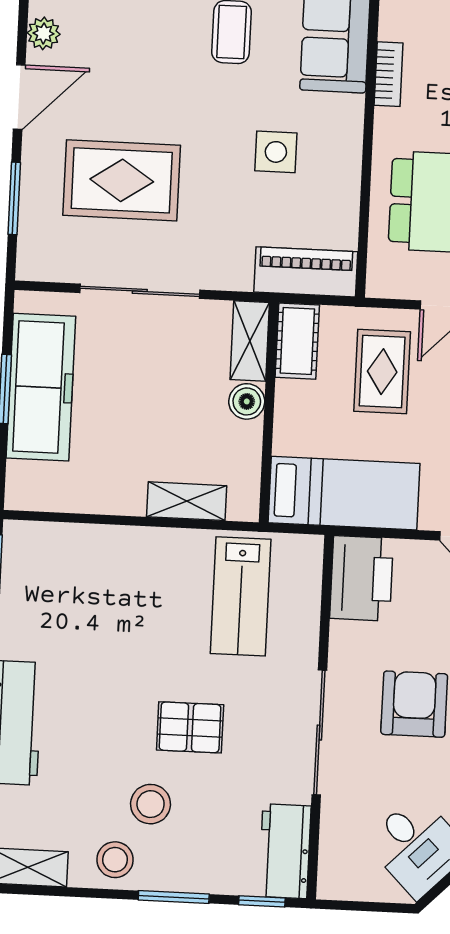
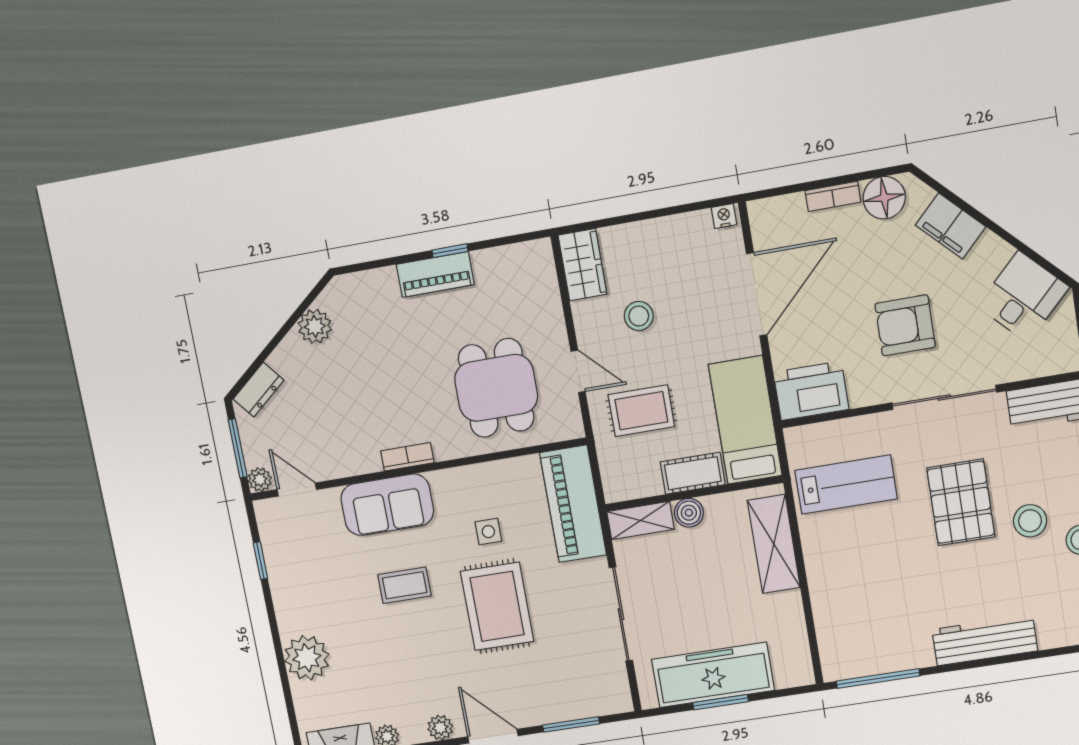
side table: (276, 152) -> (488, 532), width x0.73, depth x0.73
rug: (122, 180) -> (497, 606), moved
piano: (306, 272) -> (573, 504), width x1.37, depth x1.33
cot: (297, 341) -> (693, 473), moved
shelving: (187, 501) -> (774, 544), width x1.50, depth x1.33
pallet: (190, 727) -> (961, 502), width x1.50, depth x1.42

